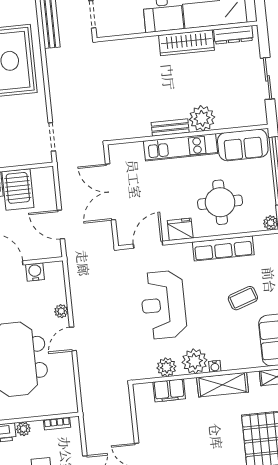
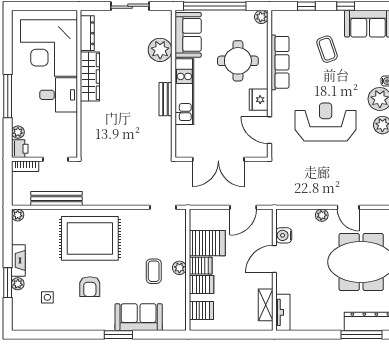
plant: (202, 118) -> (160, 50), moved
reception desk: (163, 305) -> (326, 122), turned 180

